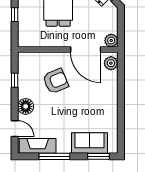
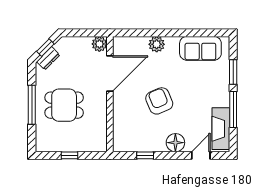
plant: (111, 63) -> (157, 44), moved
armchair: (56, 81) -> (159, 101), moved
sofa: (90, 143) -> (200, 48), moved, turned -90
window: (98, 156) -> (233, 72), moved

